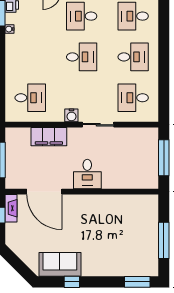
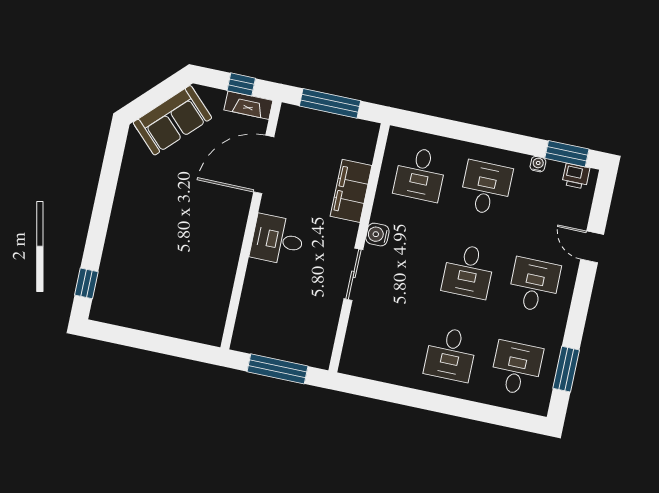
desk: (133, 98) -> (486, 188), moved
window: (164, 240) -> (144, 341), removed
sofa: (60, 264) -> (172, 120), moved, turned 45
window: (72, 282) -> (109, 178), removed
window: (137, 282) -> (86, 283), width x0.67

